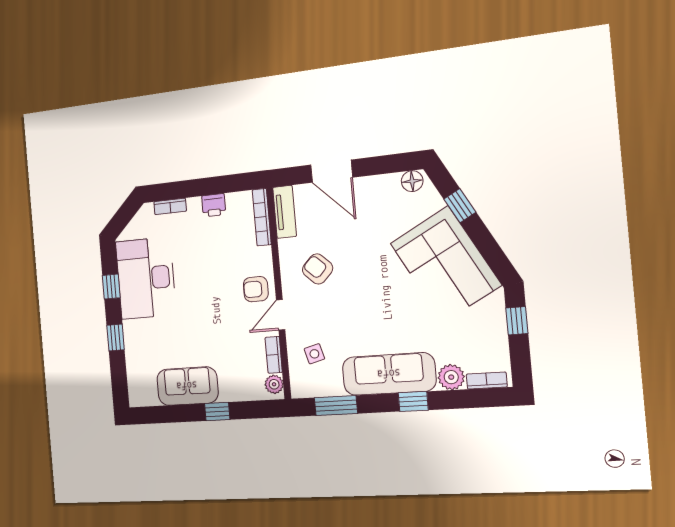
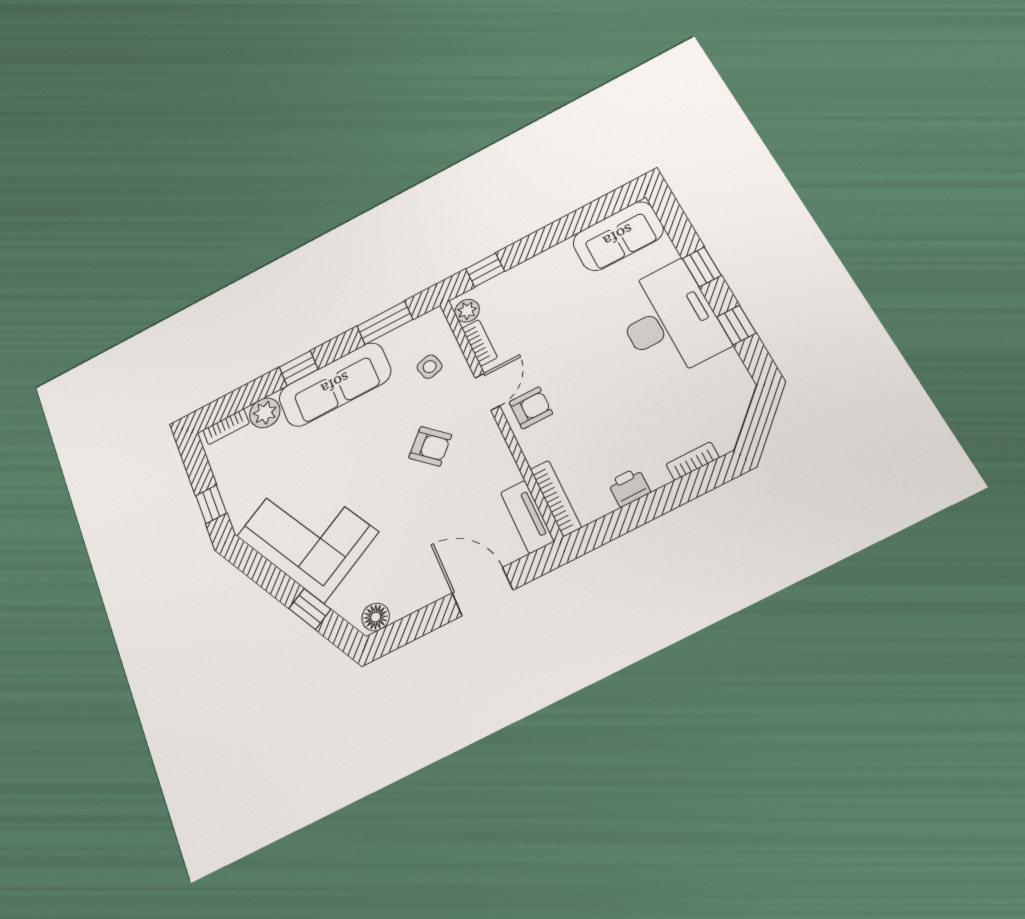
armchair: (318, 269) -> (430, 446), moved
desk: (146, 278) -> (669, 321), moved
sofa: (187, 386) -> (618, 236), moved
window: (217, 412) -> (485, 270), moved

